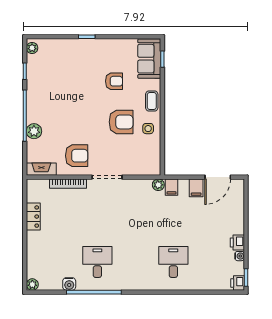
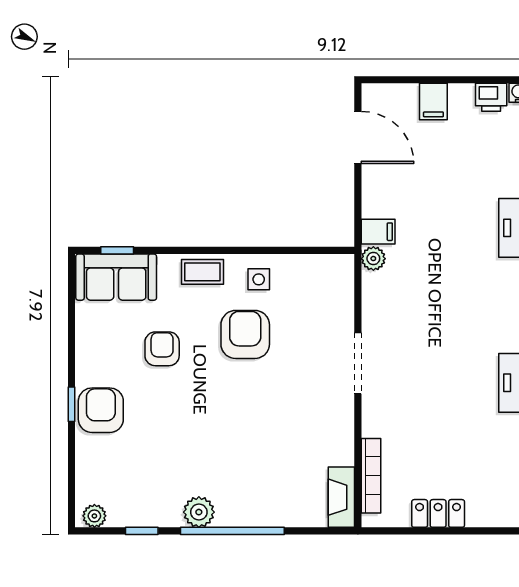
plant: (34, 131) -> (199, 512), moved
armchair: (77, 156) -> (101, 410), moved
bookcase: (68, 184) -> (371, 476), moved
filing cabinet: (196, 188) -> (433, 102), moved, turned 90

